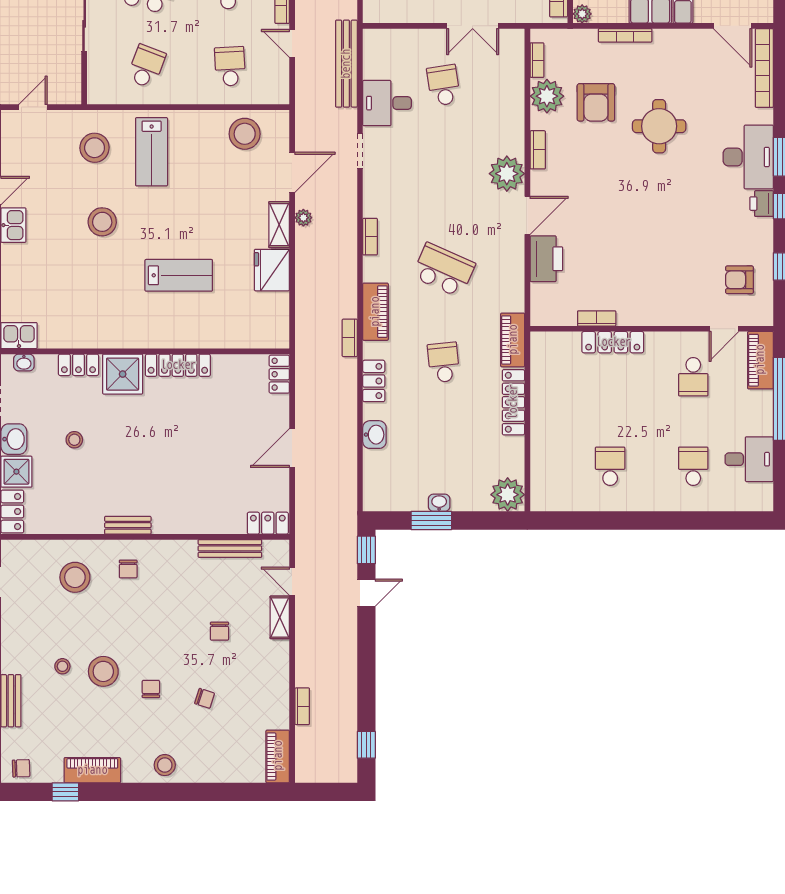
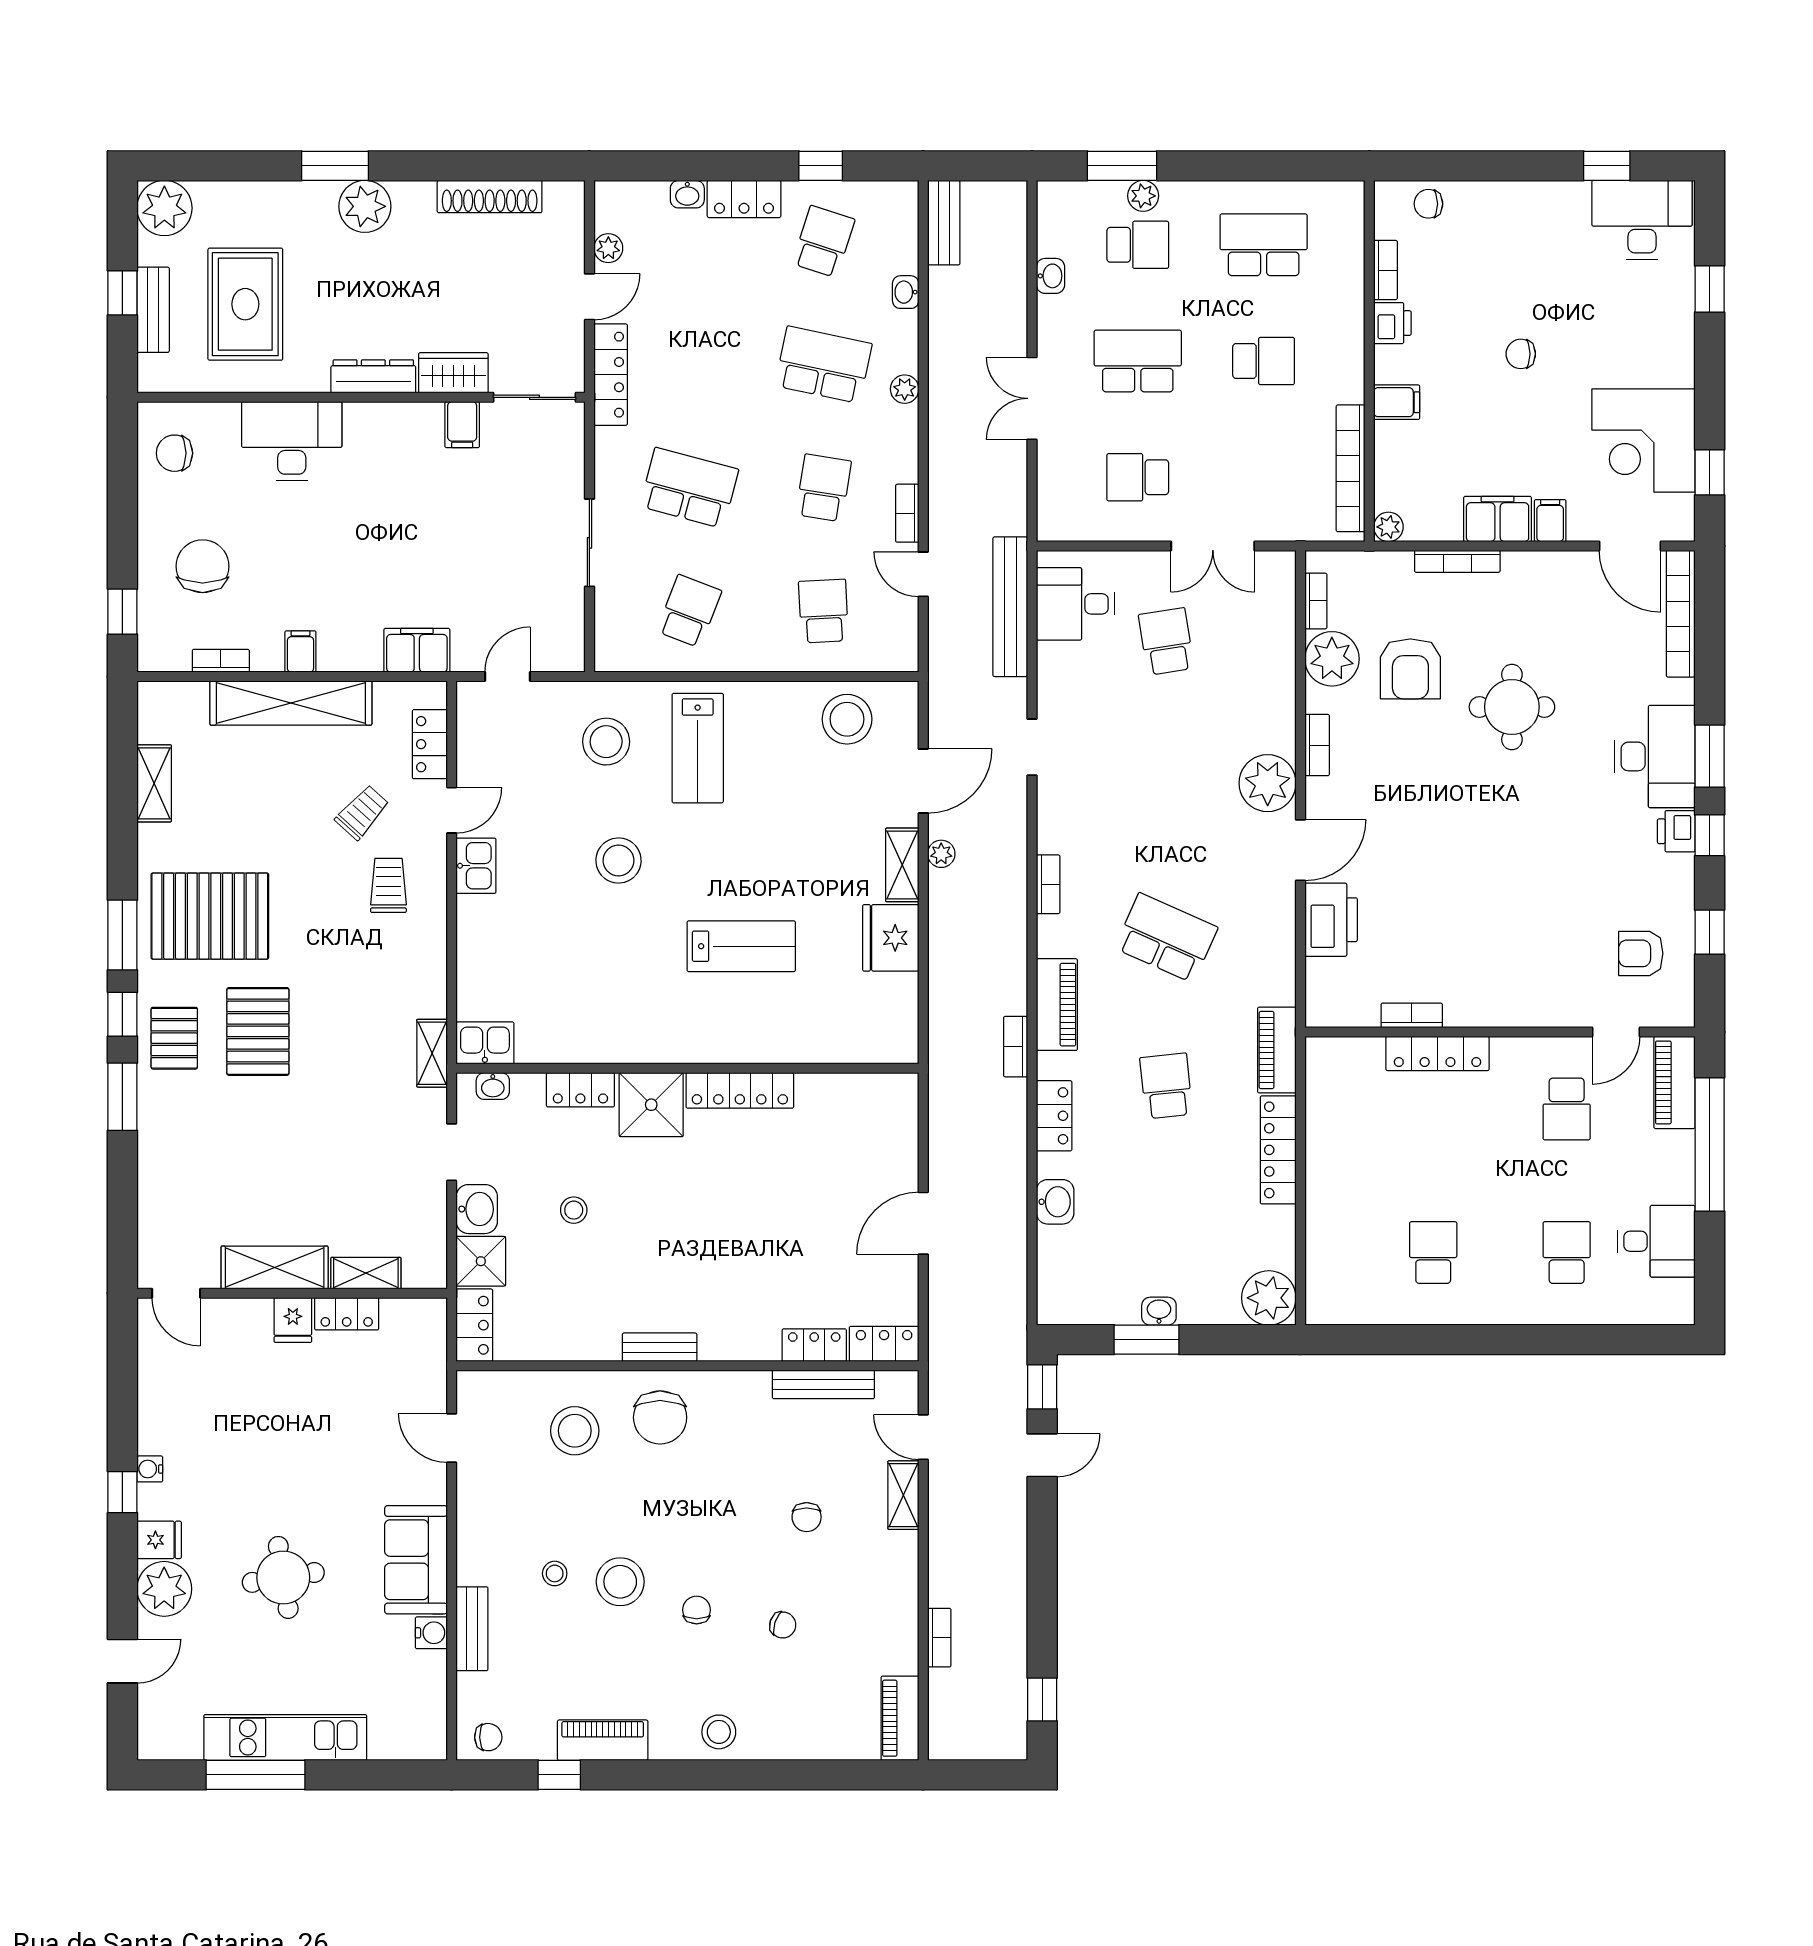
desk: (387, 103) -> (1075, 604), moved
locker: (279, 374) -> (814, 1345), moved, turned 90
chair: (128, 569) -> (660, 1417), width x1.87, depth x1.87

